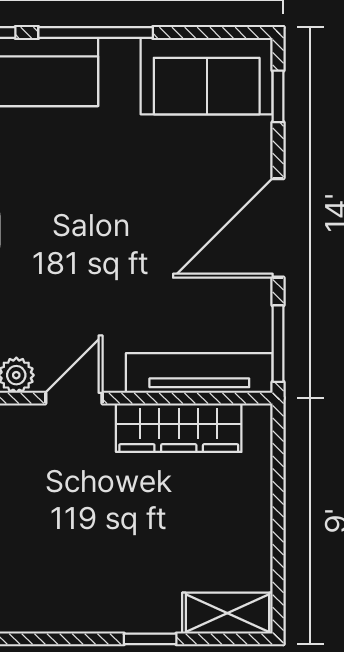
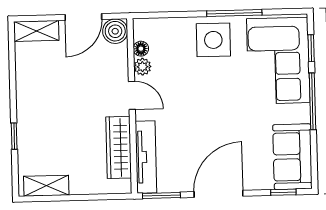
door: (278, 228) -> (218, 194), hinge flipped
shelving: (227, 613) -> (46, 186), moved, turned 90

